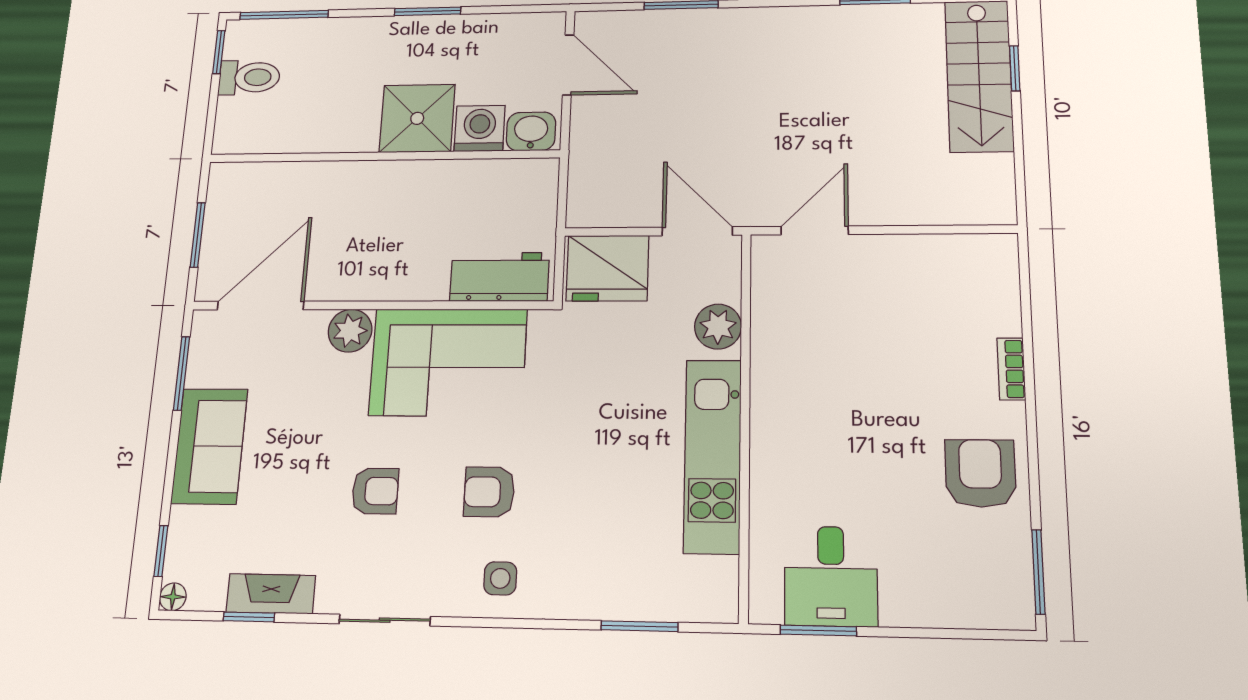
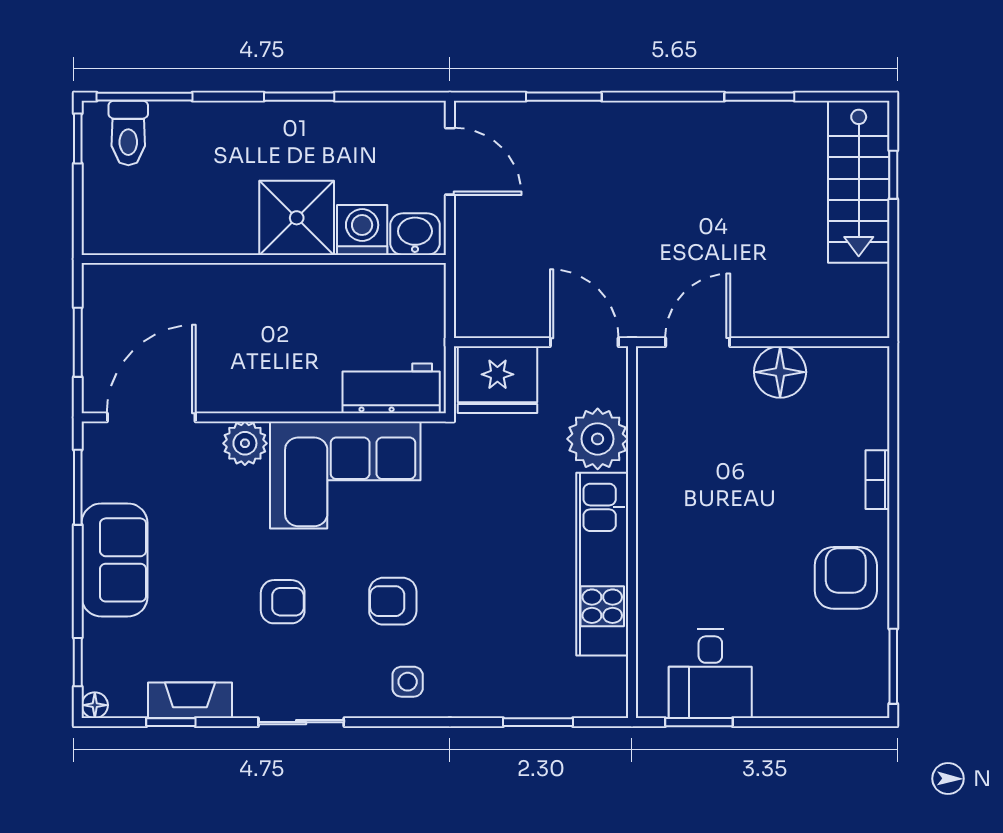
toilet: (249, 77) -> (128, 133), moved, turned 90
floor lamp: (902, 259) -> (780, 372), added
plant: (718, 327) -> (598, 439), width x1.36, depth x1.36

